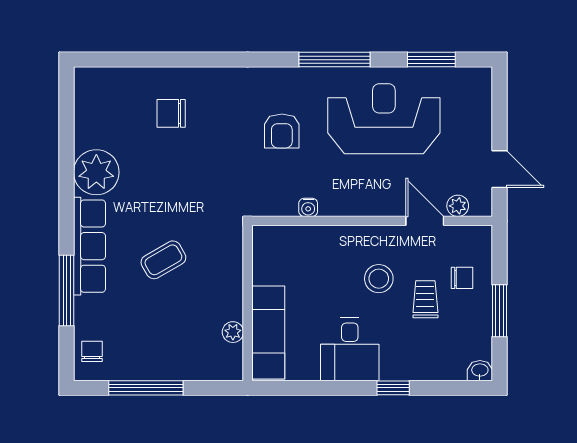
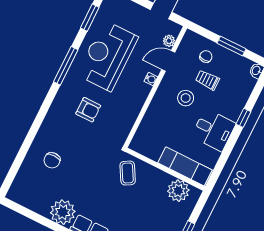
water cooler: (308, 207) -> (151, 79), moved
coffee table: (163, 260) -> (128, 173), moved
plant: (233, 332) -> (178, 191), width x1.87, depth x1.87

